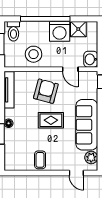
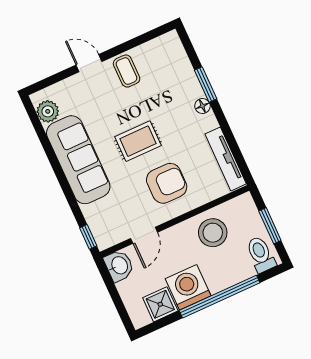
door: (70, 69) -> (144, 235), swing flipped
armchair: (46, 91) -> (167, 183), turned -105
door: (76, 173) -> (89, 63), moved

